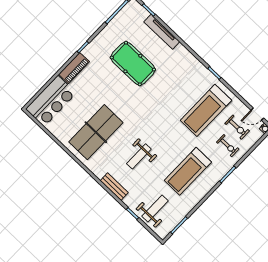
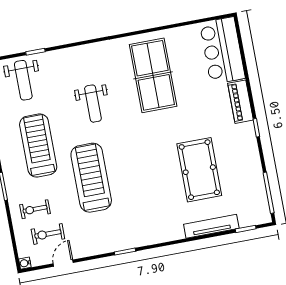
pool table: (133, 64) -> (199, 170), turned 90
treadmill: (206, 110) -> (91, 178), moved
door: (257, 114) -> (63, 263), moved
weight bench: (139, 156) -> (93, 104), turned 180
bench: (114, 187) -> (79, 53), removed

